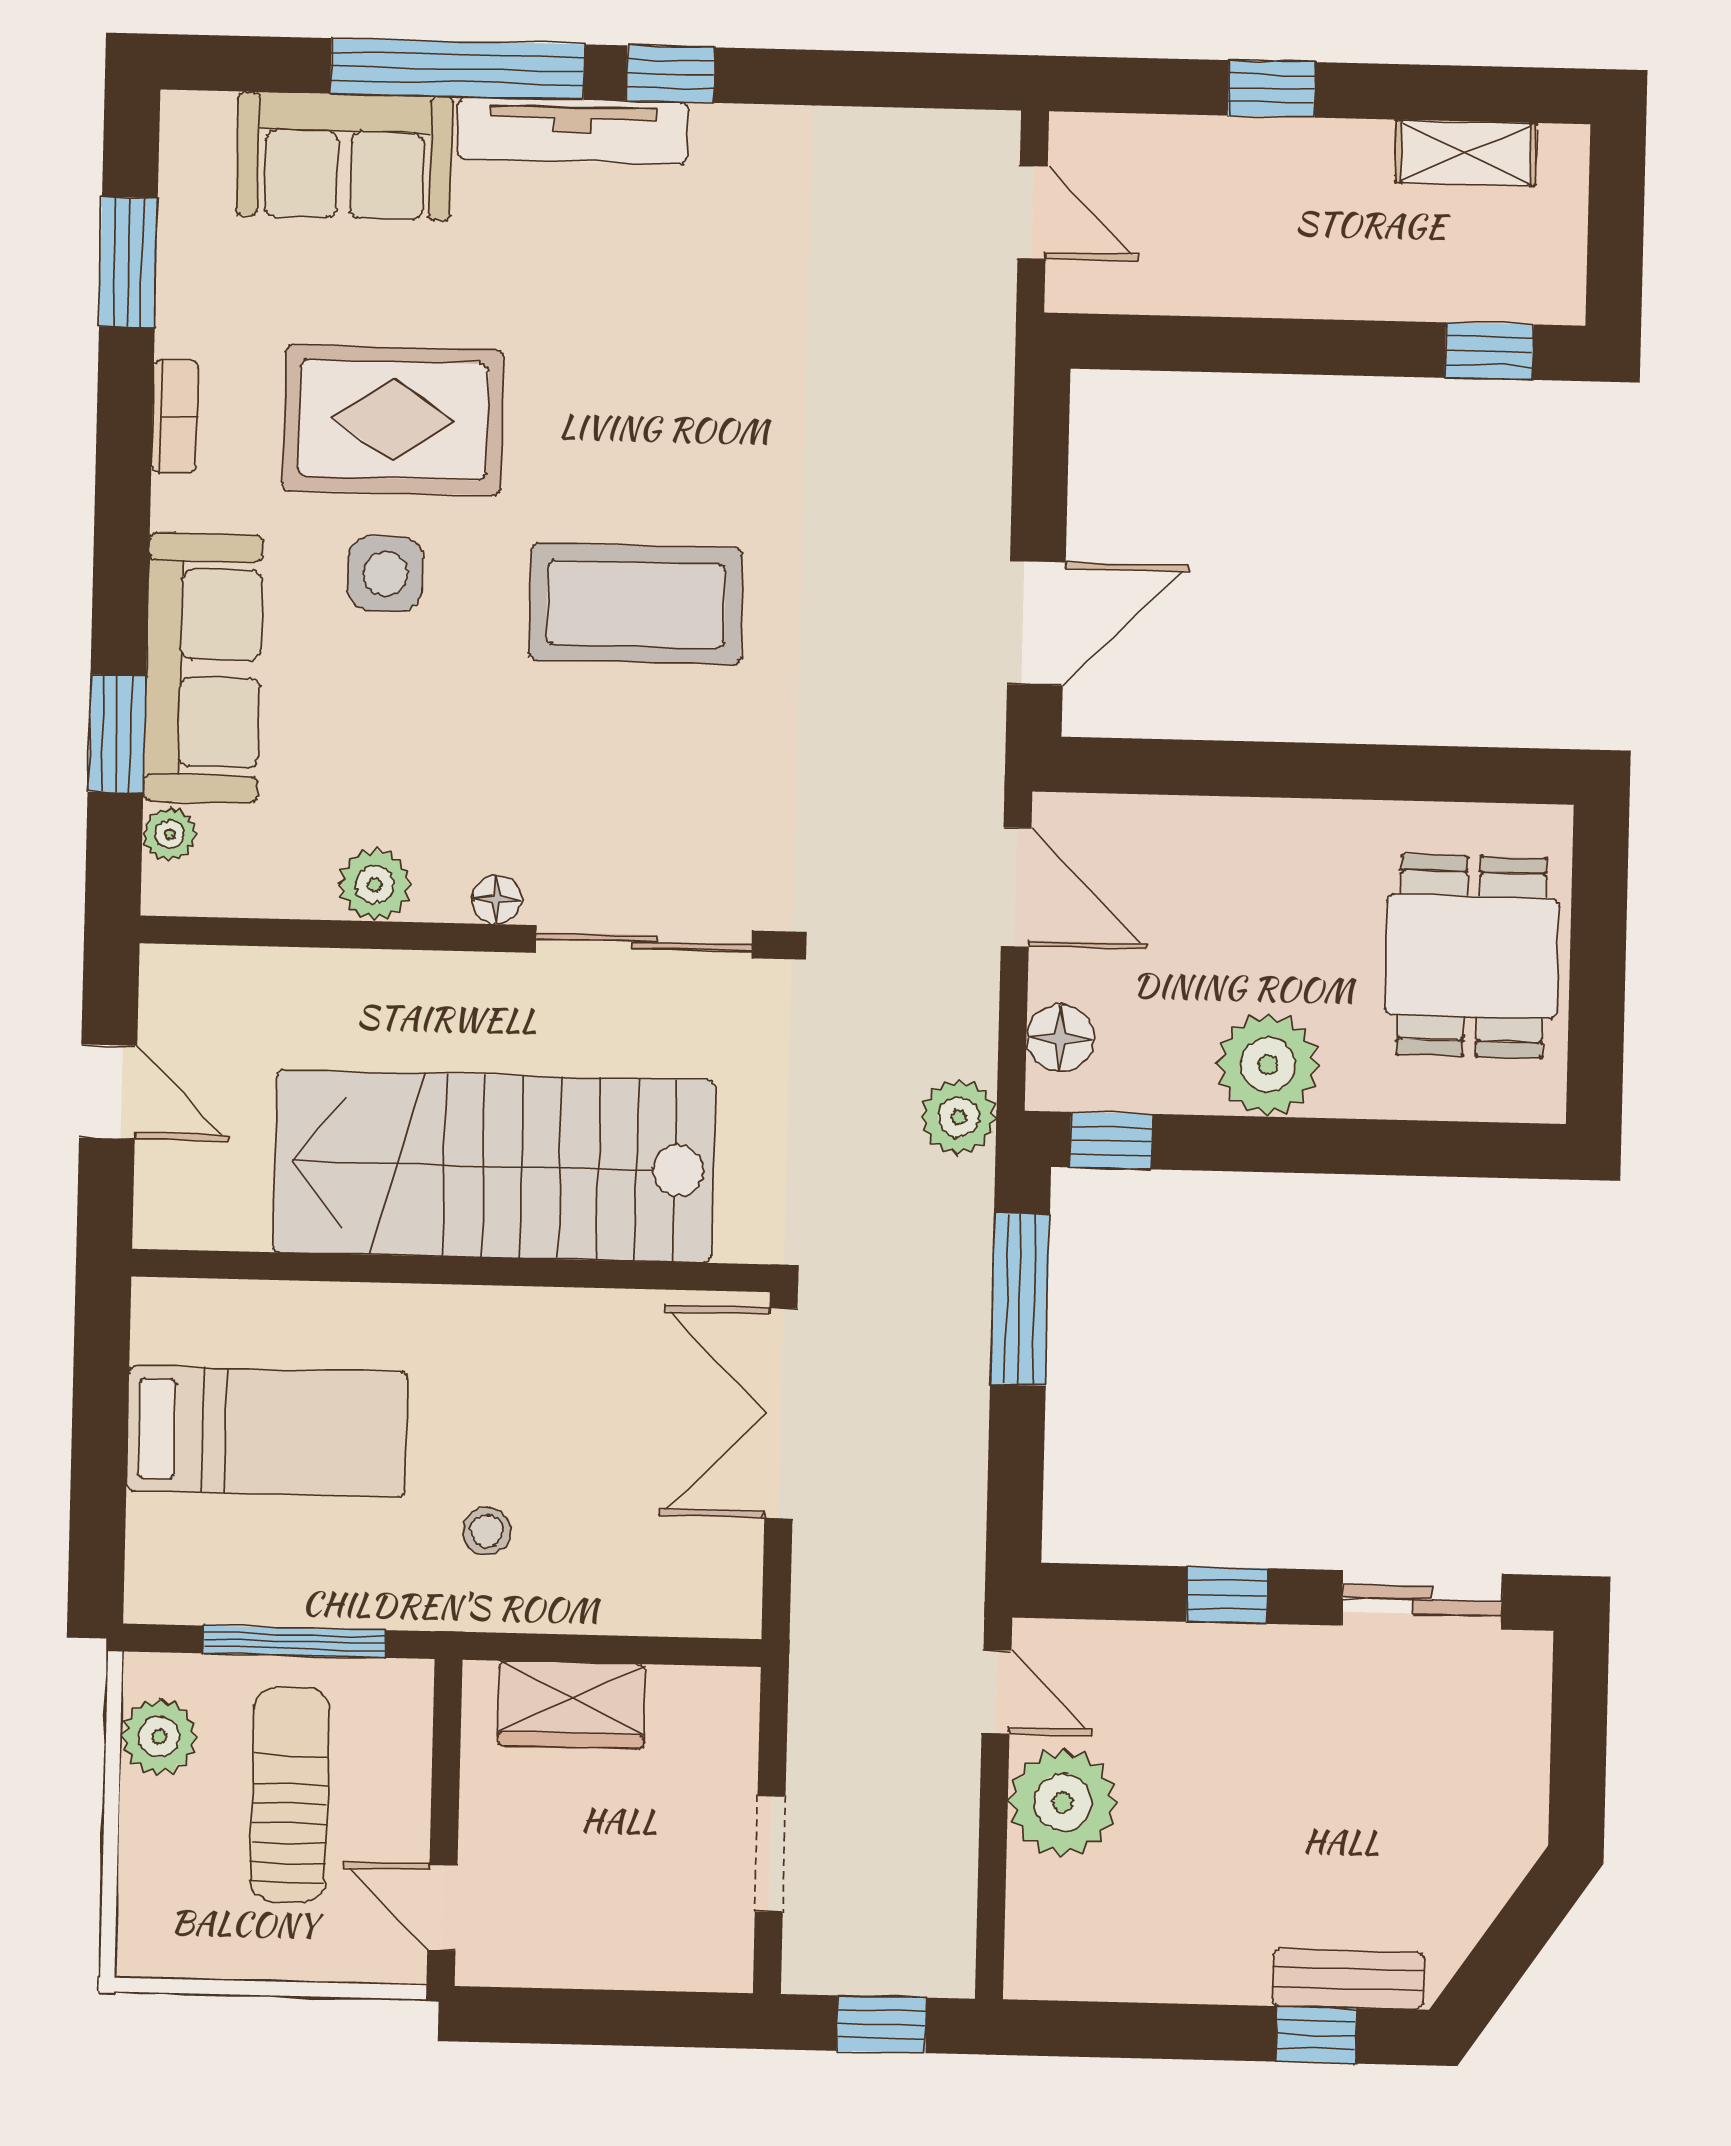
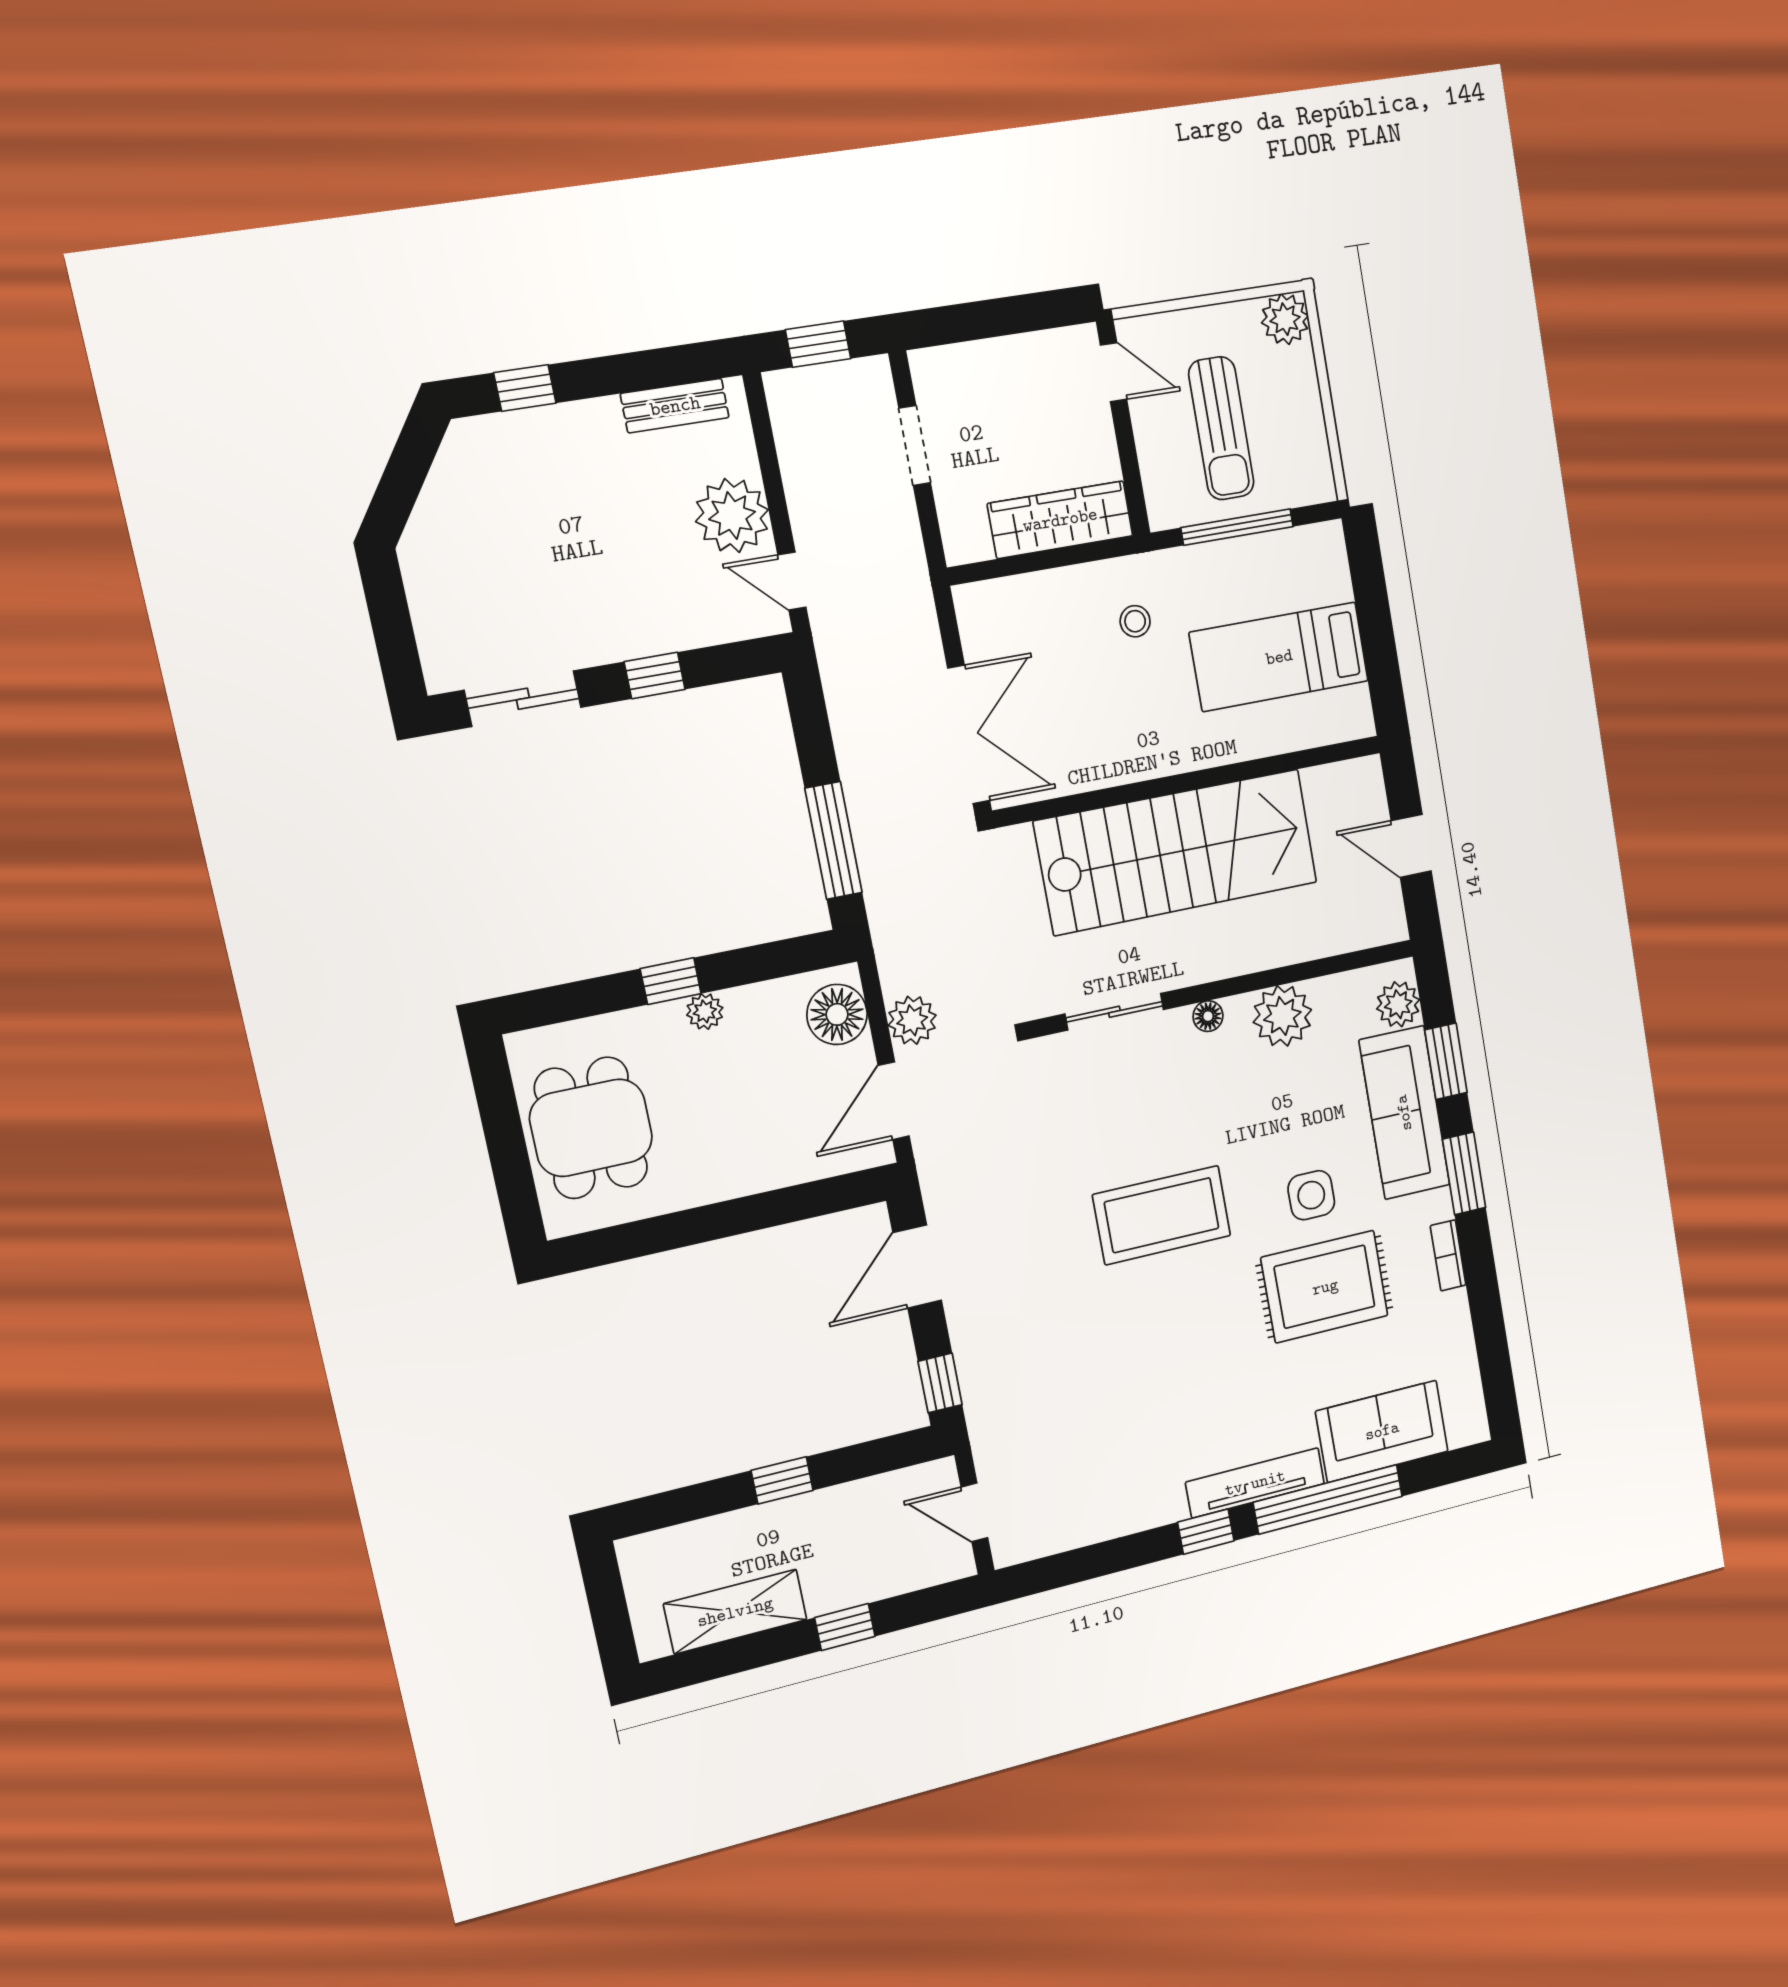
shelving: (1466, 153) -> (735, 1612), width x1.50, depth x1.33
window: (128, 262) -> (1464, 1173), moved
window: (1489, 351) -> (782, 1480), moved
window: (1041, 432) -> (940, 1383), added
plant: (170, 834) -> (1398, 1004), width x1.38, depth x1.38
plant: (375, 885) -> (1282, 1016), width x1.36, depth x1.36
door: (1016, 887) -> (894, 1101), hinge flipped
sliding door: (644, 942) -> (1114, 1012), width x0.73
floor lamp: (1060, 1038) -> (837, 1014), width x1.38, depth x1.38
plant: (1268, 1065) -> (705, 1011), width x0.53, depth x0.53
plant: (958, 1117) -> (912, 1020), moved
window: (1111, 1141) -> (671, 981), moved
wardrobe: (571, 1705) -> (1060, 520), width x1.50
plant: (159, 1737) -> (1285, 319), moved
bench: (1348, 1979) -> (675, 406), moved

